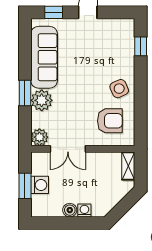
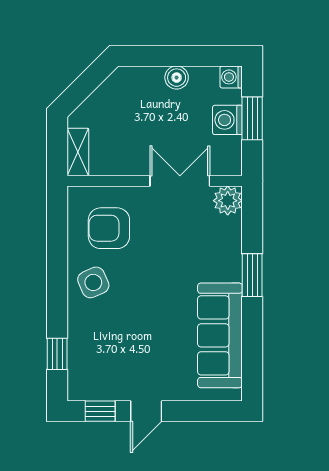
window: (54, 12) -> (100, 411), moved
plant: (42, 100) -> (224, 263), removed
washing machine: (84, 210) -> (231, 77), moved, turned 90

